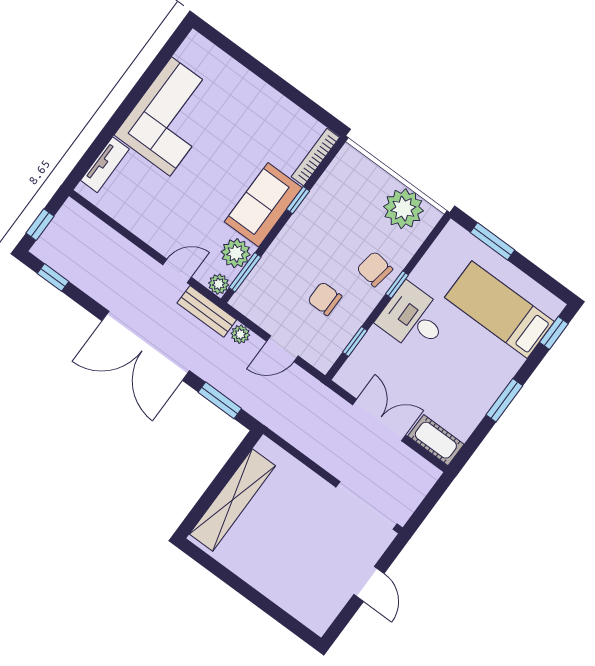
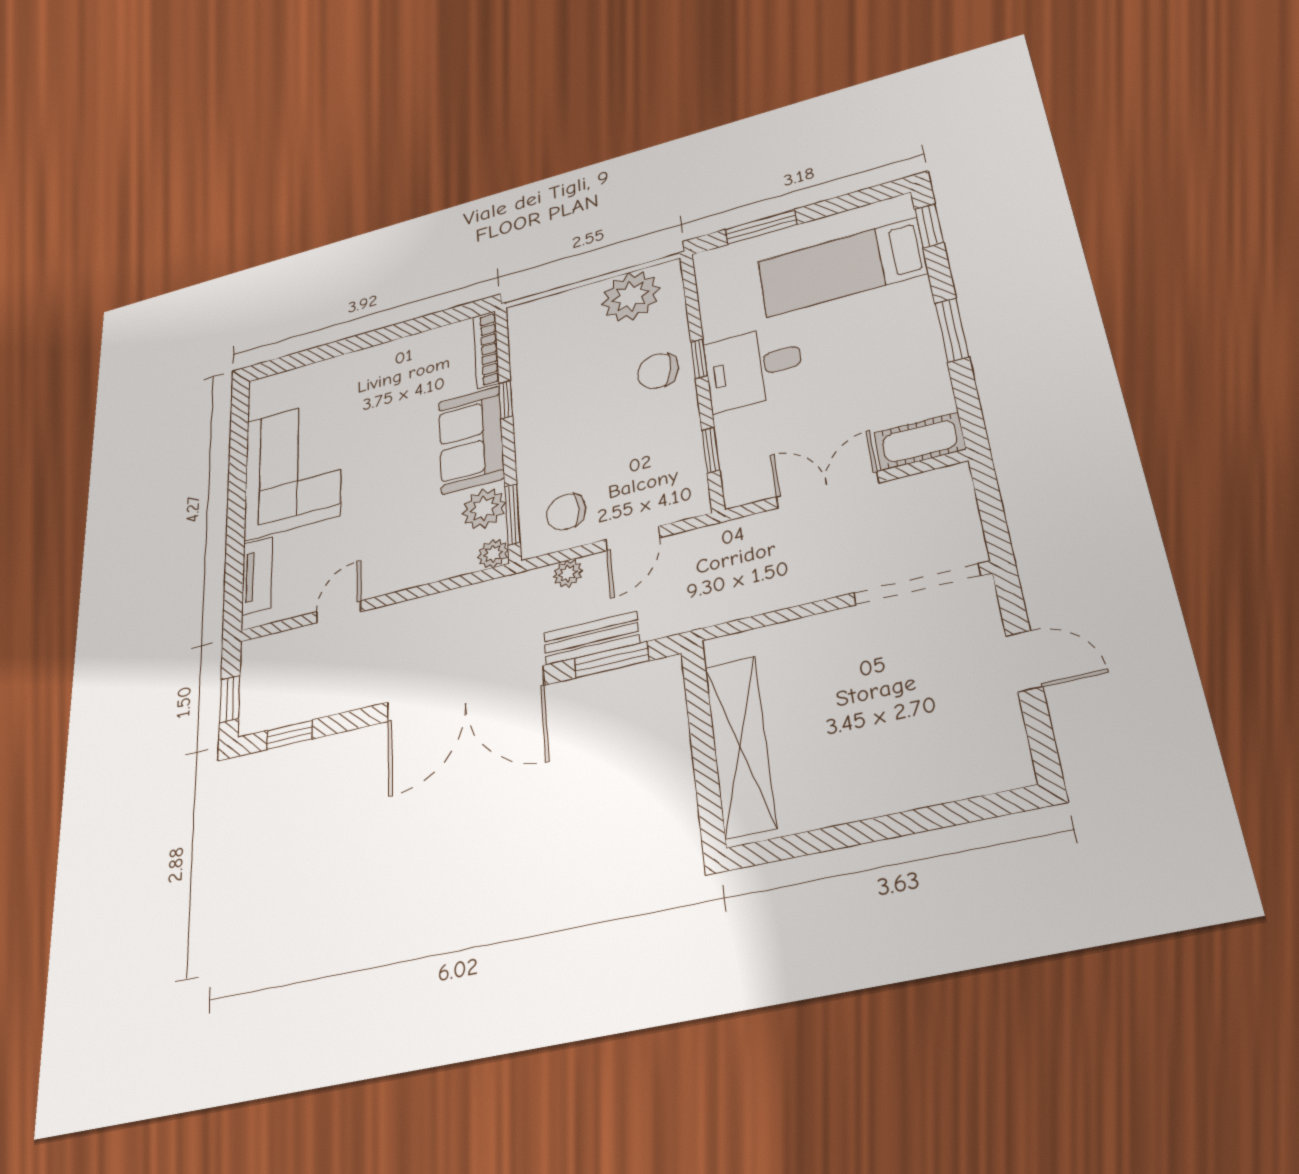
door: (177, 271) -> (339, 612), moved
chair: (325, 299) -> (566, 512), moved
bench: (207, 311) -> (591, 638), moved

